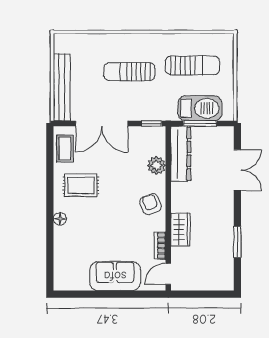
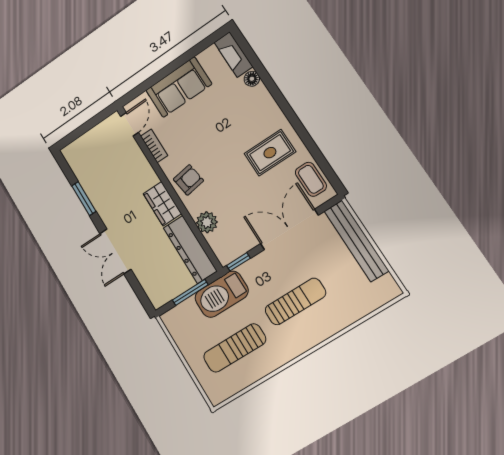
barbecue: (200, 108) -> (222, 294), moved
double door: (237, 170) -> (115, 251), moved
armchair: (151, 204) -> (188, 180), turned -78
floor lamp: (60, 219) -> (252, 79), moved
wardrobe: (180, 229) -> (162, 204), moved
fireplace: (61, 272) -> (234, 55), added

